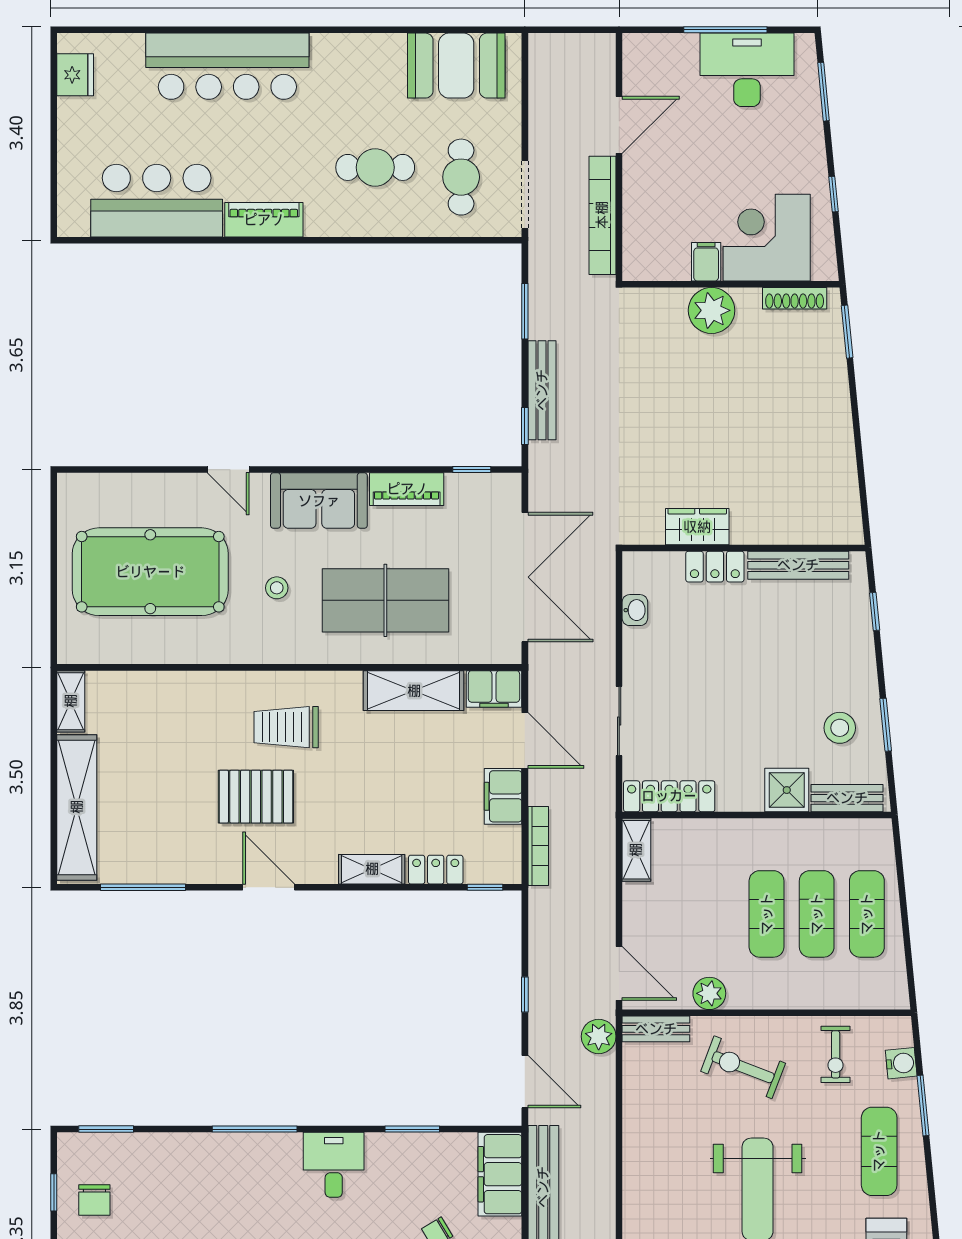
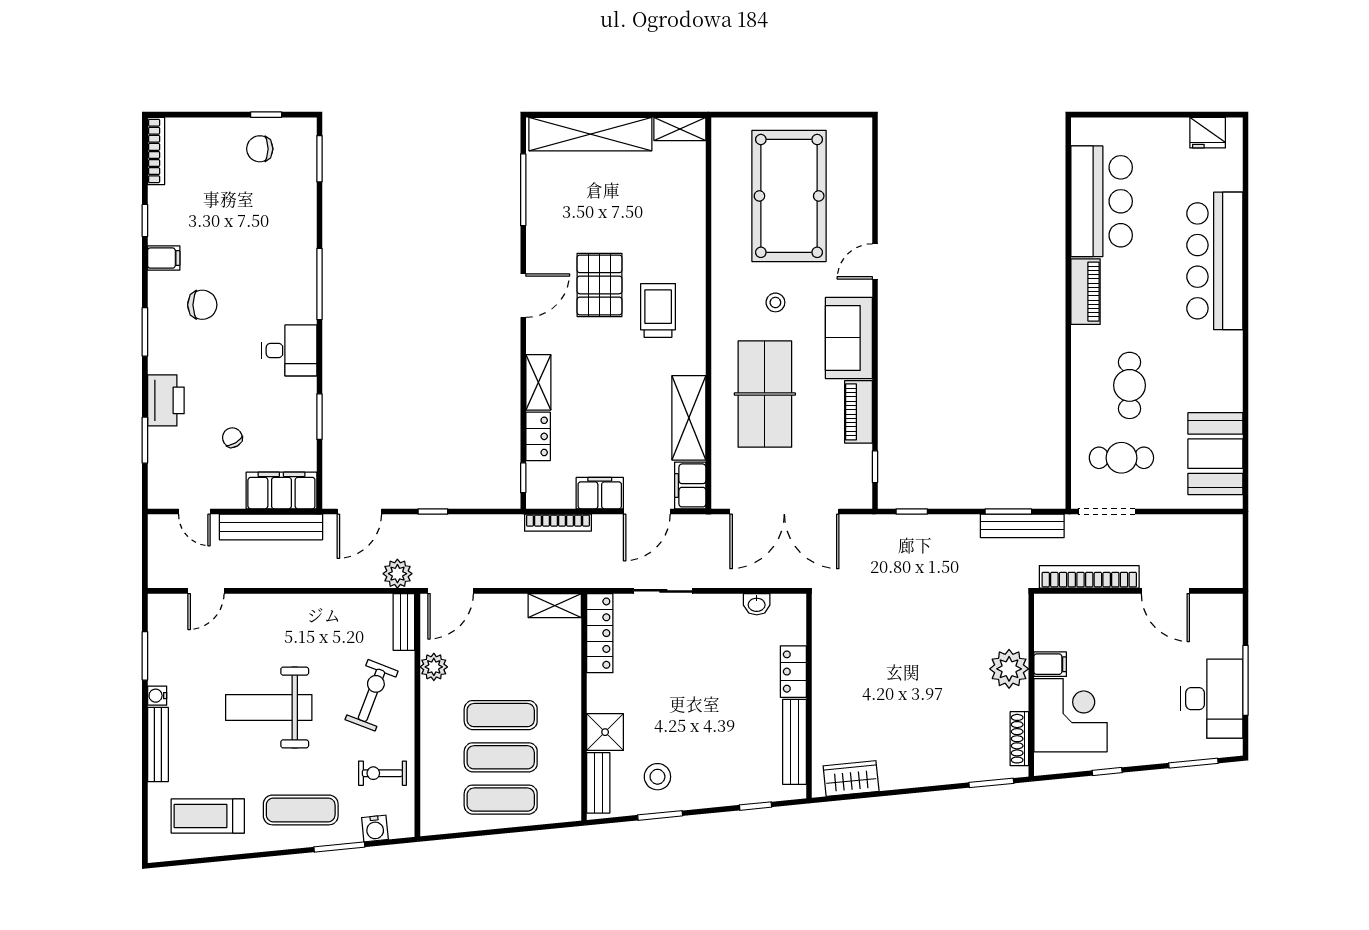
bench: (542, 390) -> (1022, 526), moved
wardrobe: (697, 527) -> (851, 779), moved, turned -96

